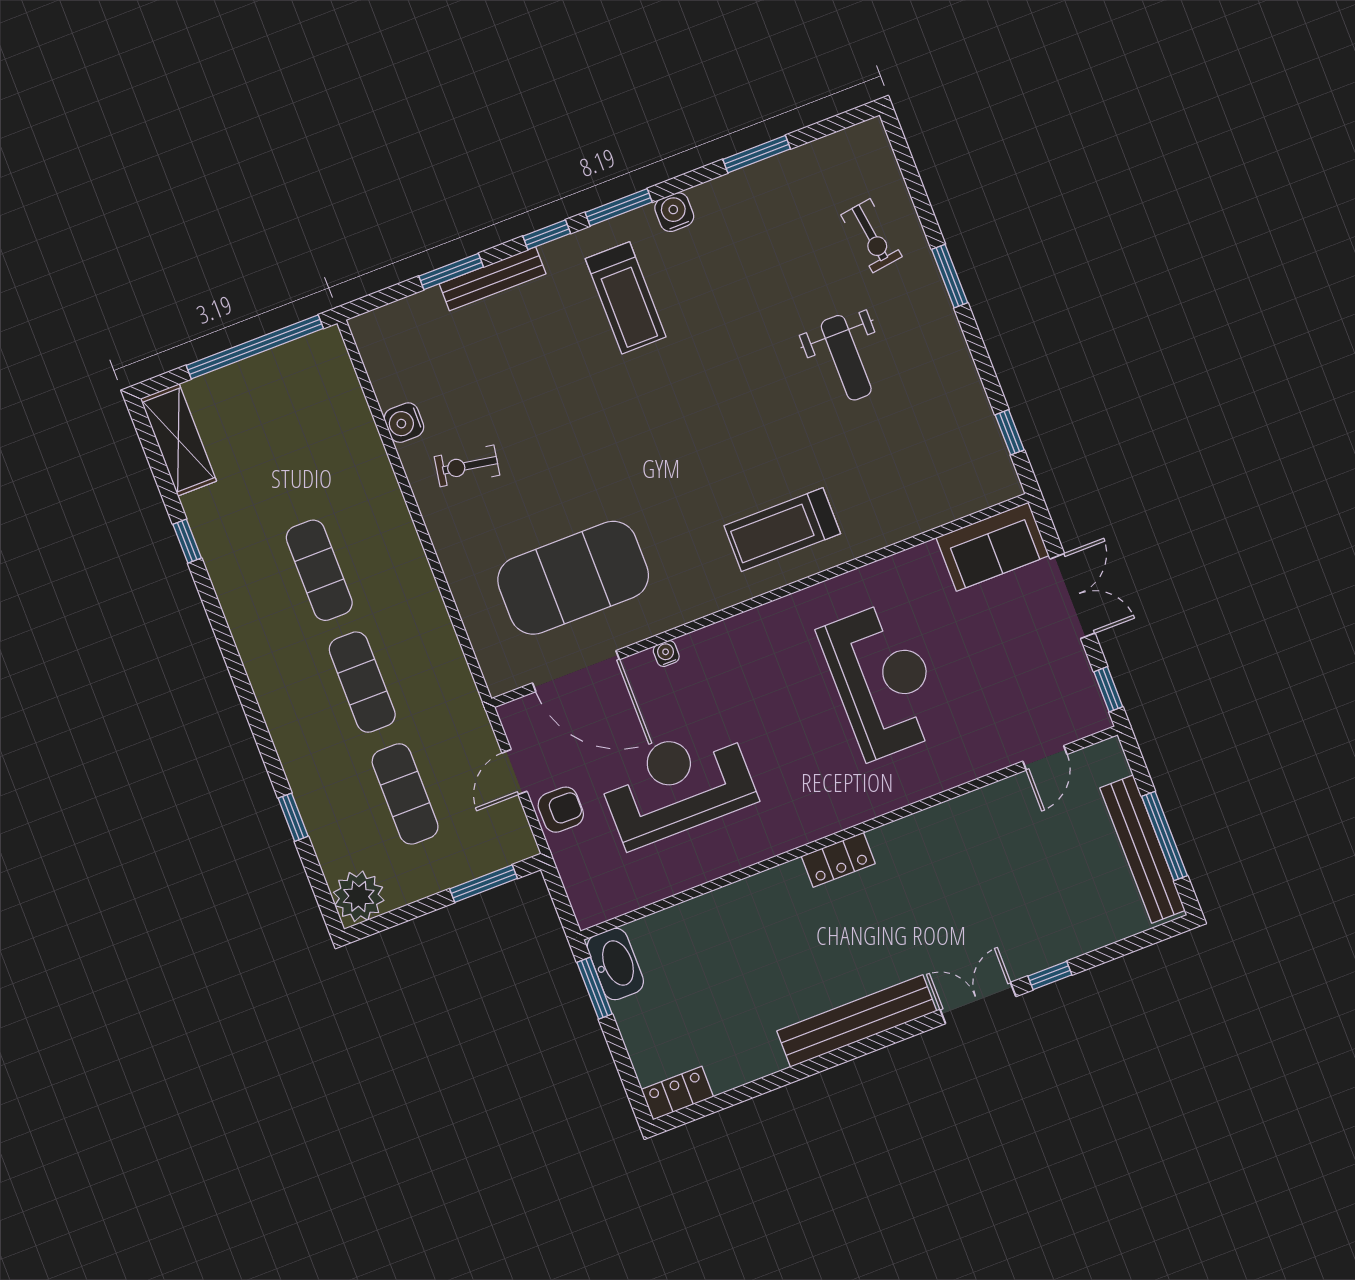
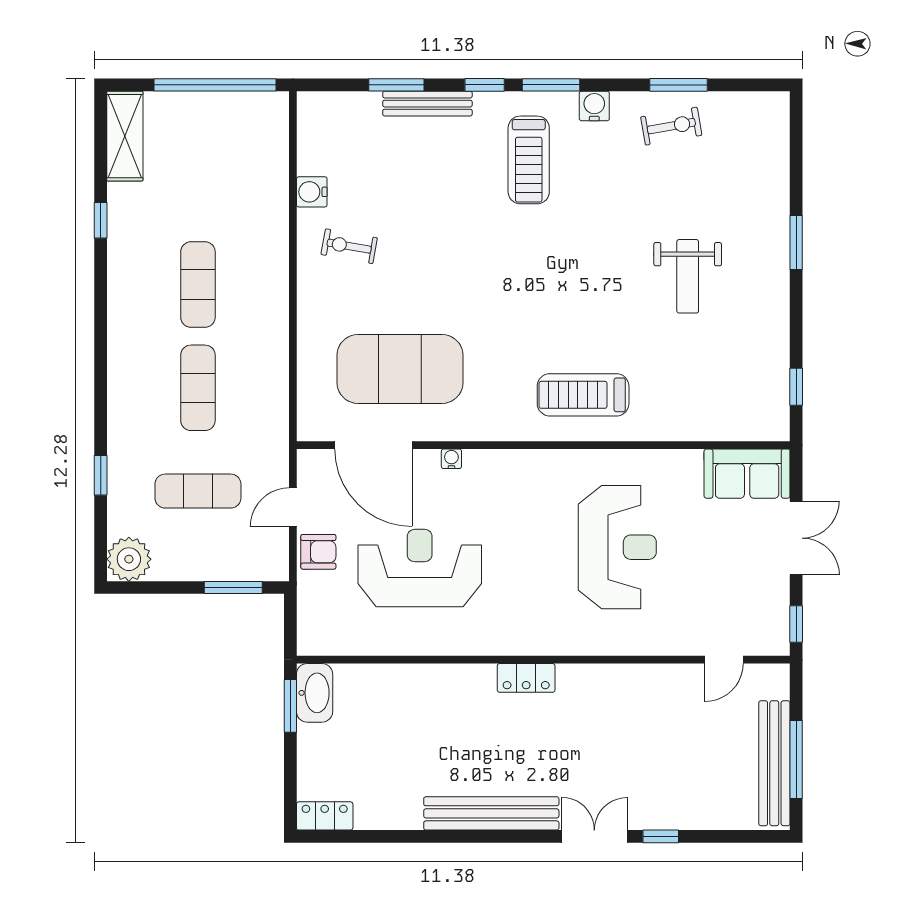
exercise bike: (871, 236) -> (671, 126), moved, turned -92
exercise mat: (405, 794) -> (198, 491), turned 90

